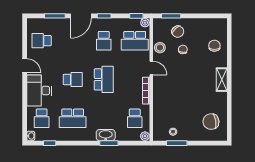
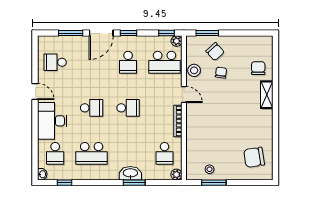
school desk: (104, 79) -> (128, 108), width x0.54
shelving: (222, 80) -> (267, 95), moved

